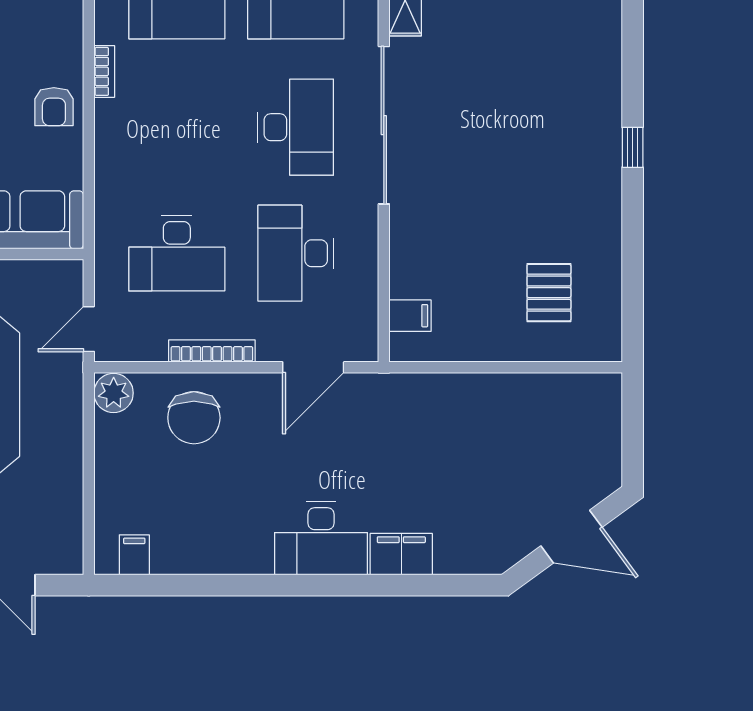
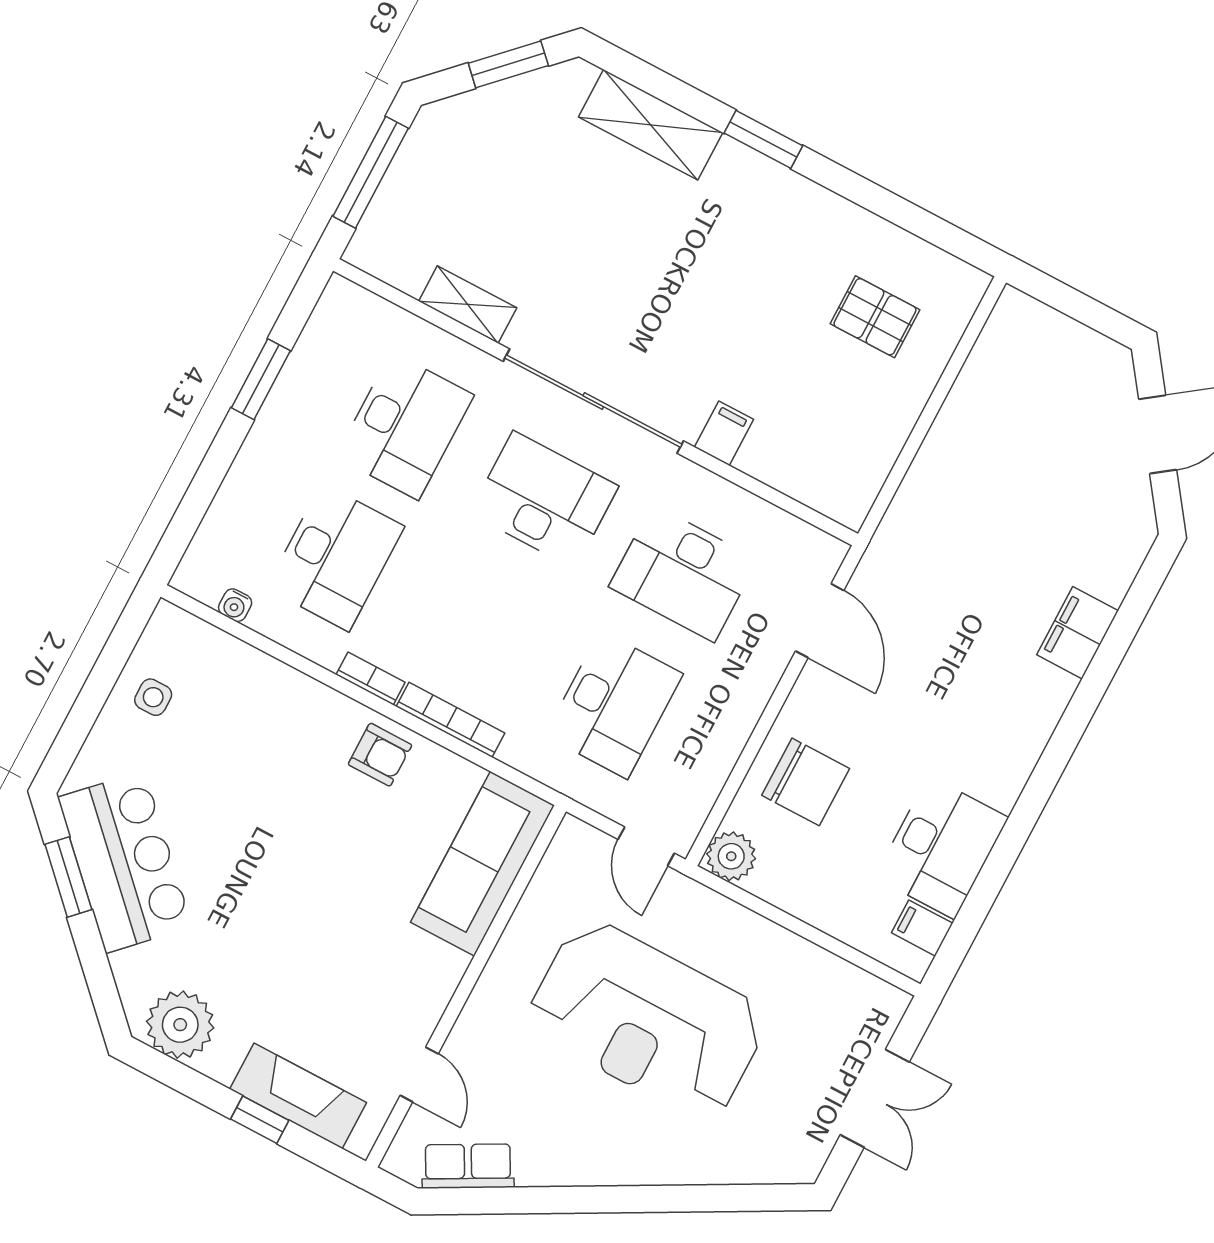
shelving: (601, 62) -> (651, 125), added
window: (633, 147) -> (763, 139), width x1.50
filing cabinet: (410, 316) -> (724, 433), moved
bookcase: (212, 351) -> (450, 720), moved, turned 90
desk: (321, 538) -> (941, 847), moved

